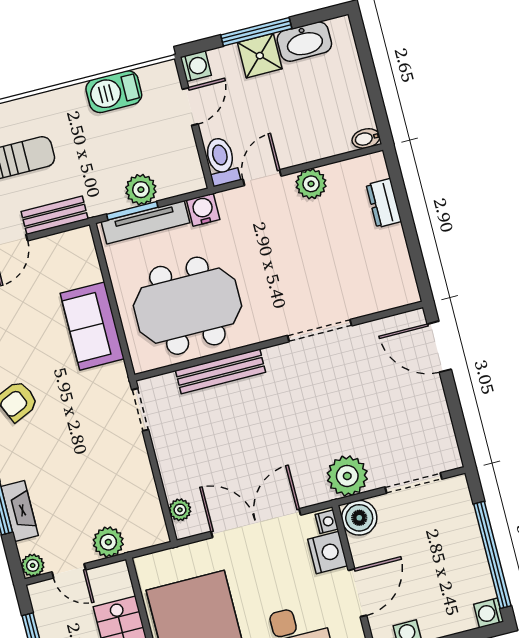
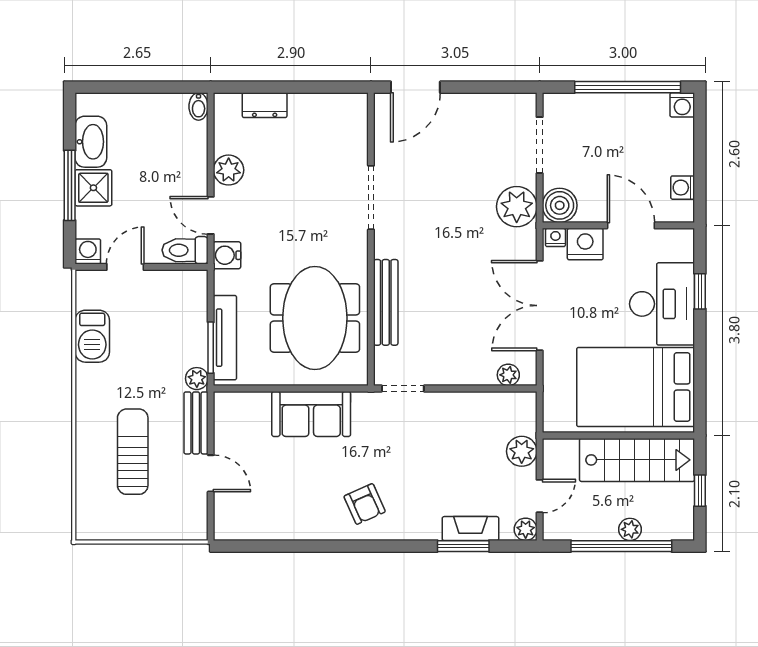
door: (190, 107) -> (125, 267), hinge flipped
plant: (141, 190) -> (197, 379), moved, width x0.73, depth x0.73
water cooler: (203, 210) -> (227, 255), moved

